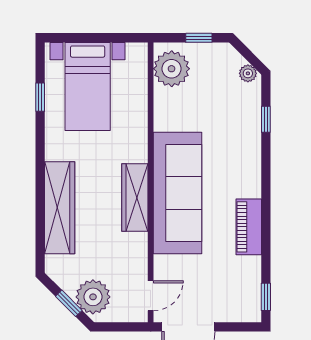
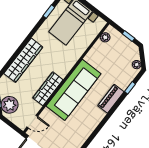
plant: (172, 69) -> (105, 37), width x0.53, depth x0.53
wardrobe: (135, 198) -> (48, 89), moved
piano: (249, 227) -> (111, 99), moved

